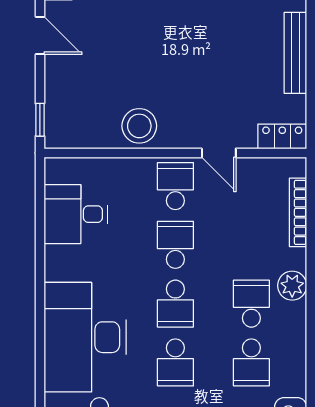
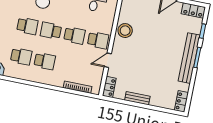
bench: (295, 53) -> (137, 98), width x0.73
plant: (292, 286) -> (49, 79), removed
school desk: (175, 362) -> (27, 26), turned 180
school desk: (251, 362) -> (21, 56), turned 180

